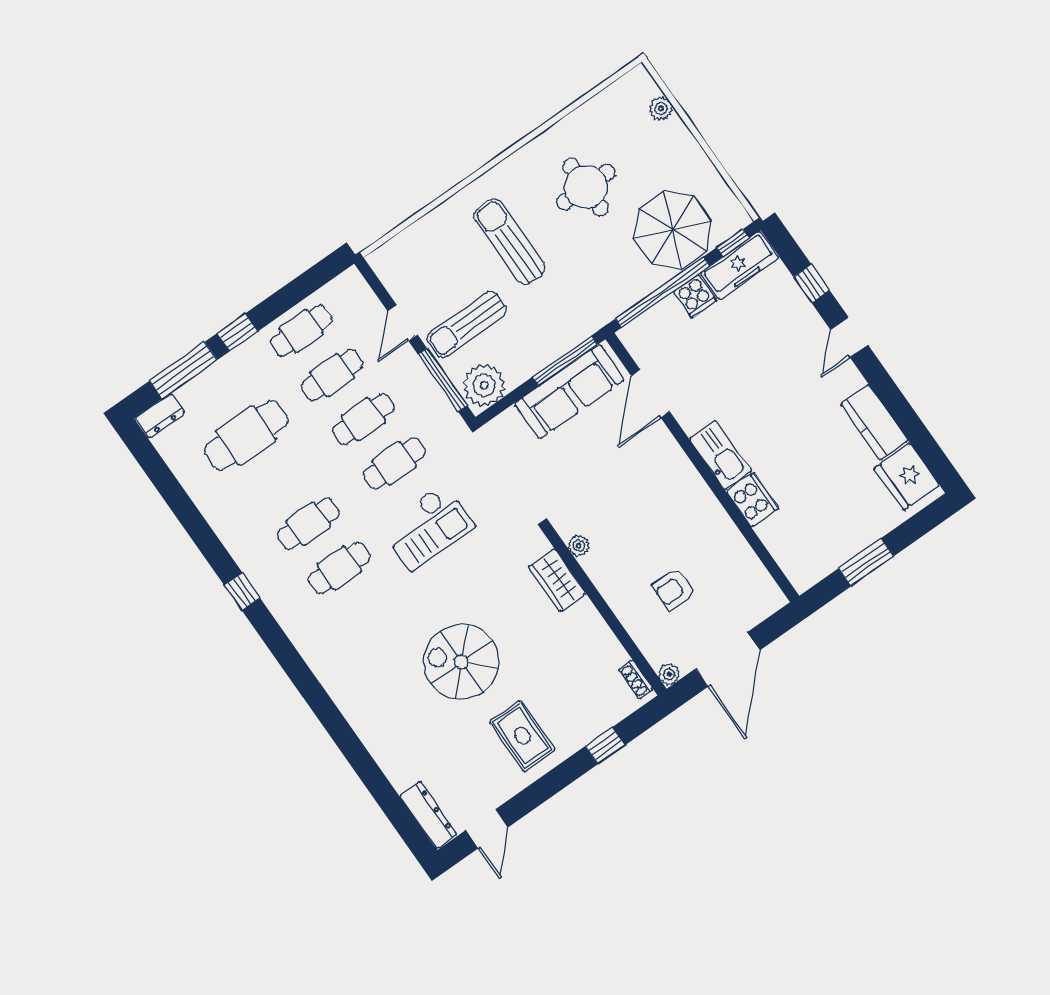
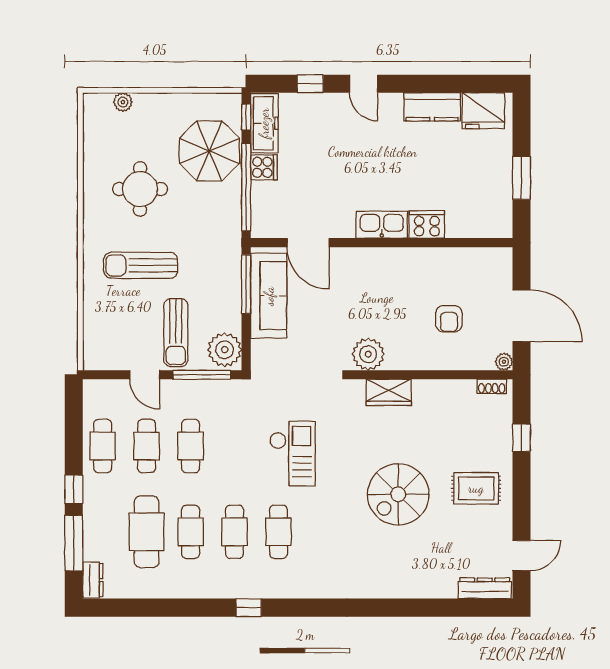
cafe table: (394, 463) -> (191, 532), moved
plant: (579, 546) -> (368, 354), width x1.88, depth x1.88
door: (487, 829) -> (521, 556), hinge flipped

